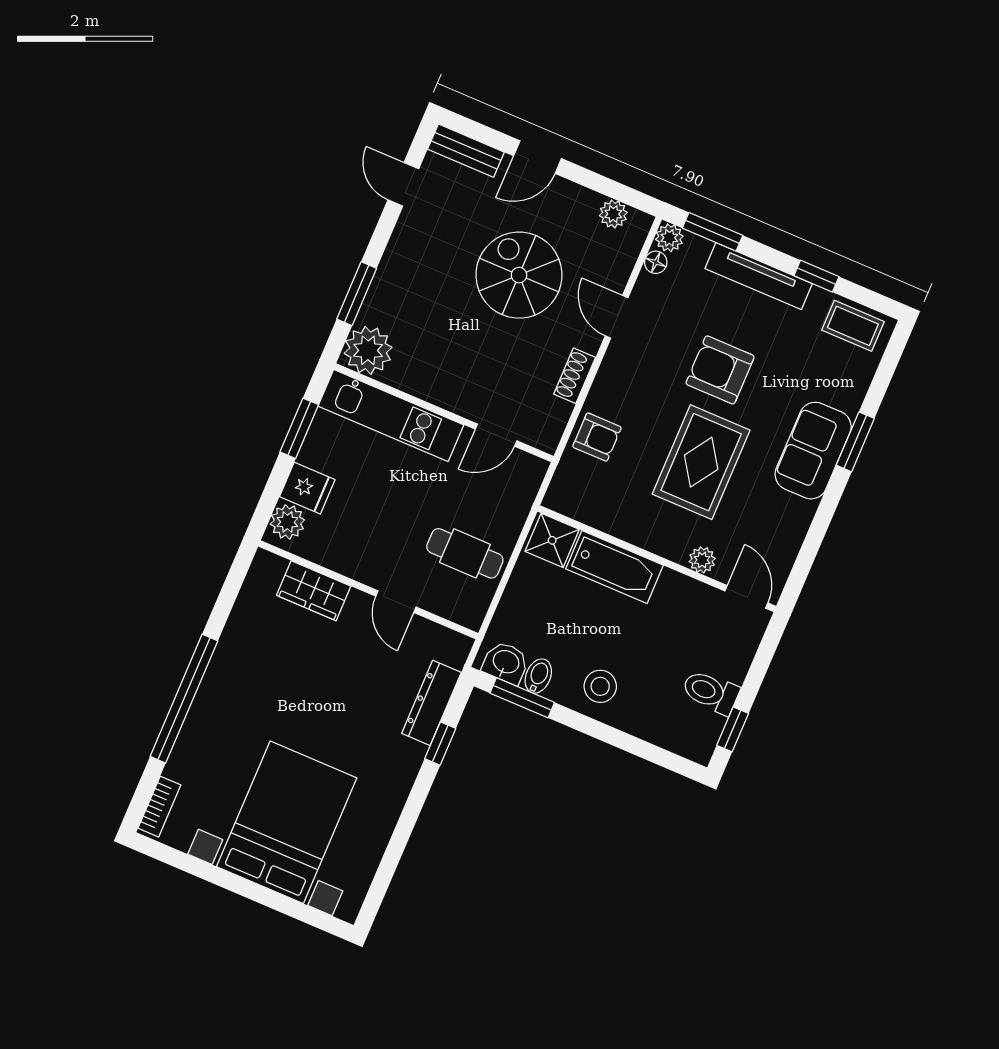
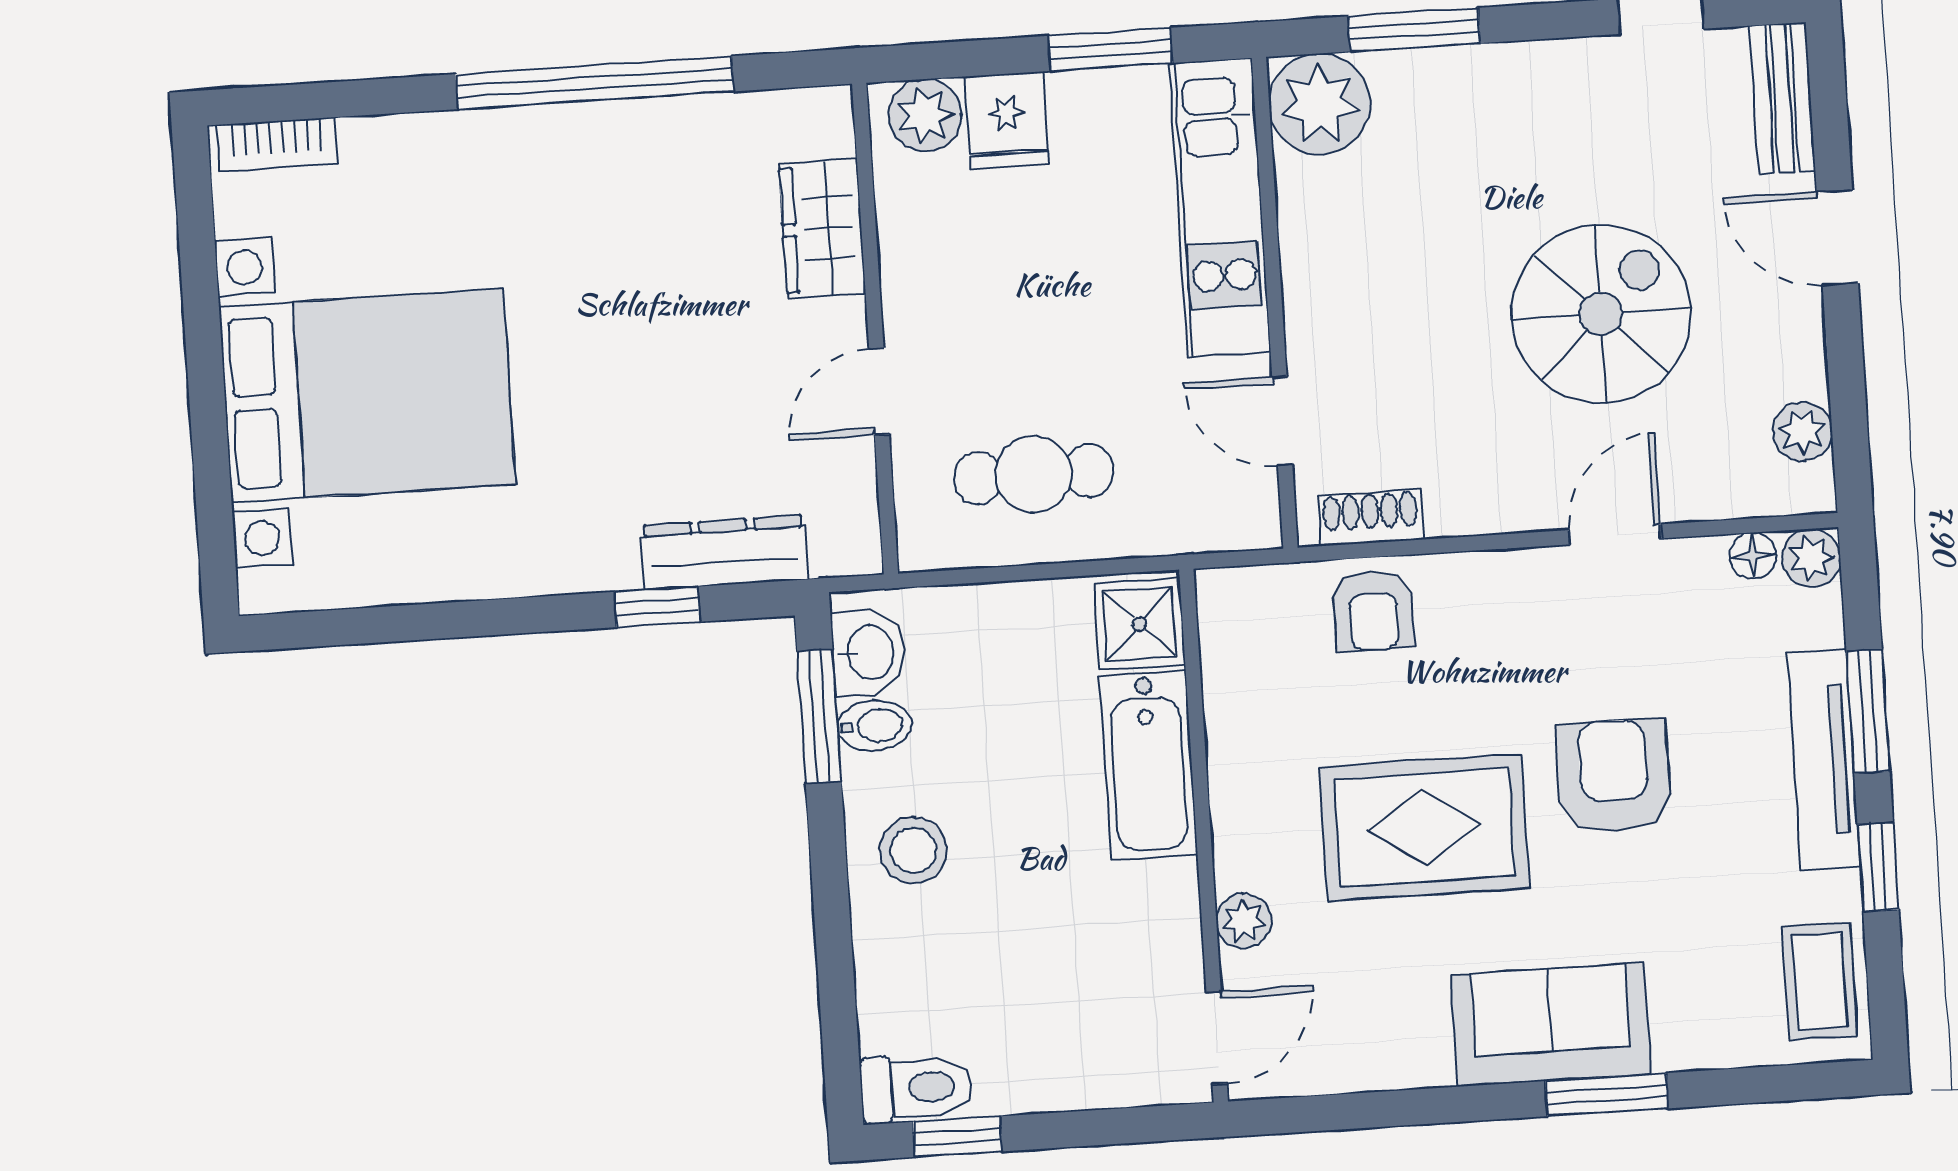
window: (713, 232) -> (1868, 711), moved
shoe rack: (575, 376) -> (1370, 518), moved
cafe table: (465, 553) -> (1033, 474), turned 90
toilet: (710, 692) -> (916, 1088), moved, turned 90
window: (184, 699) -> (595, 83), moved

